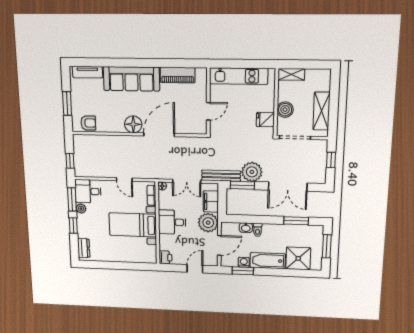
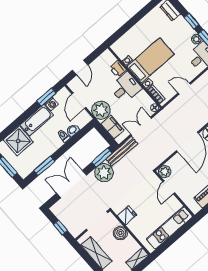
plant: (200, 127) -> (165, 172), added
printer: (165, 257) -> (118, 69), moved

